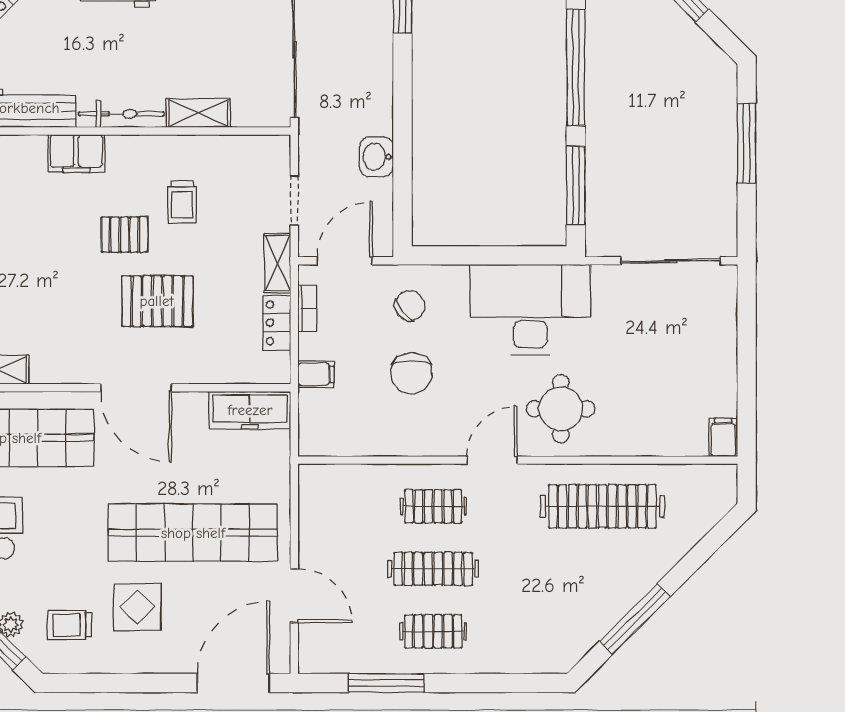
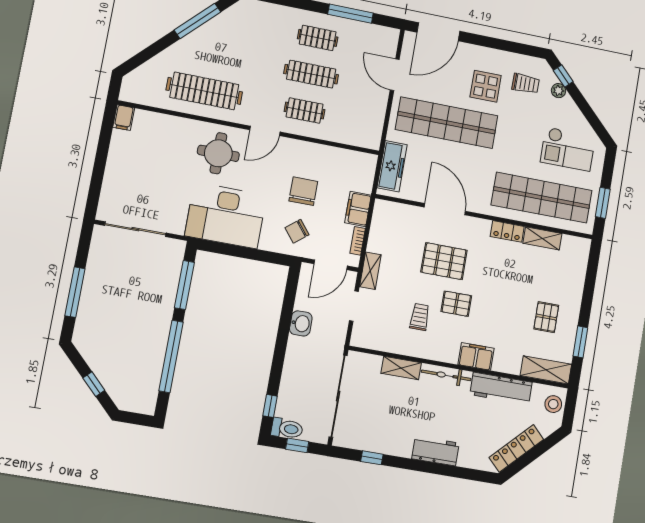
locker: (277, 323) -> (507, 231), moved, turned 90
filing cabinet: (316, 374) -> (358, 209), width x2.00
door: (136, 388) -> (445, 209), moved
freezer: (250, 410) -> (392, 166), moved, turned 90

